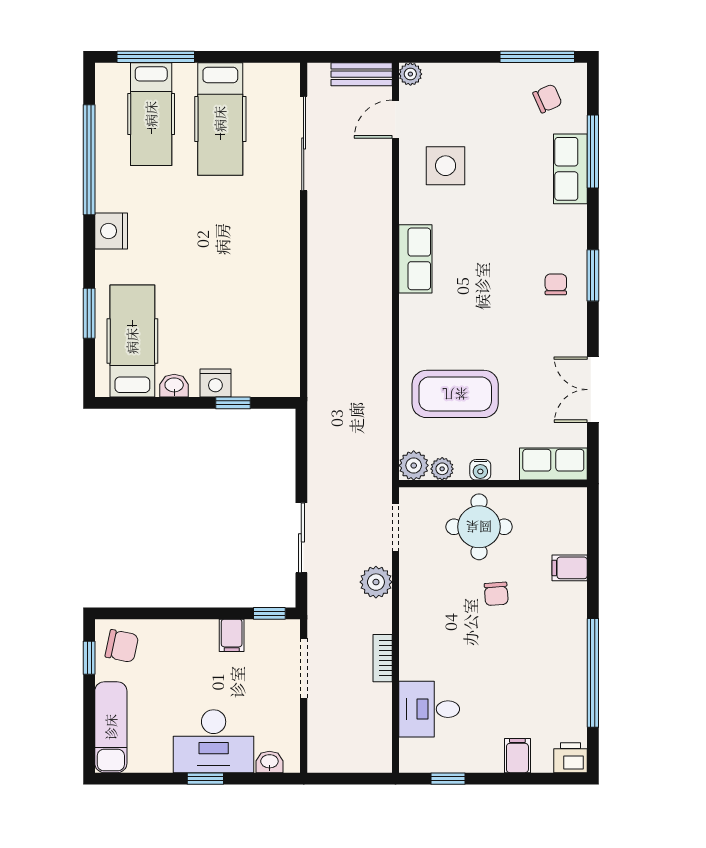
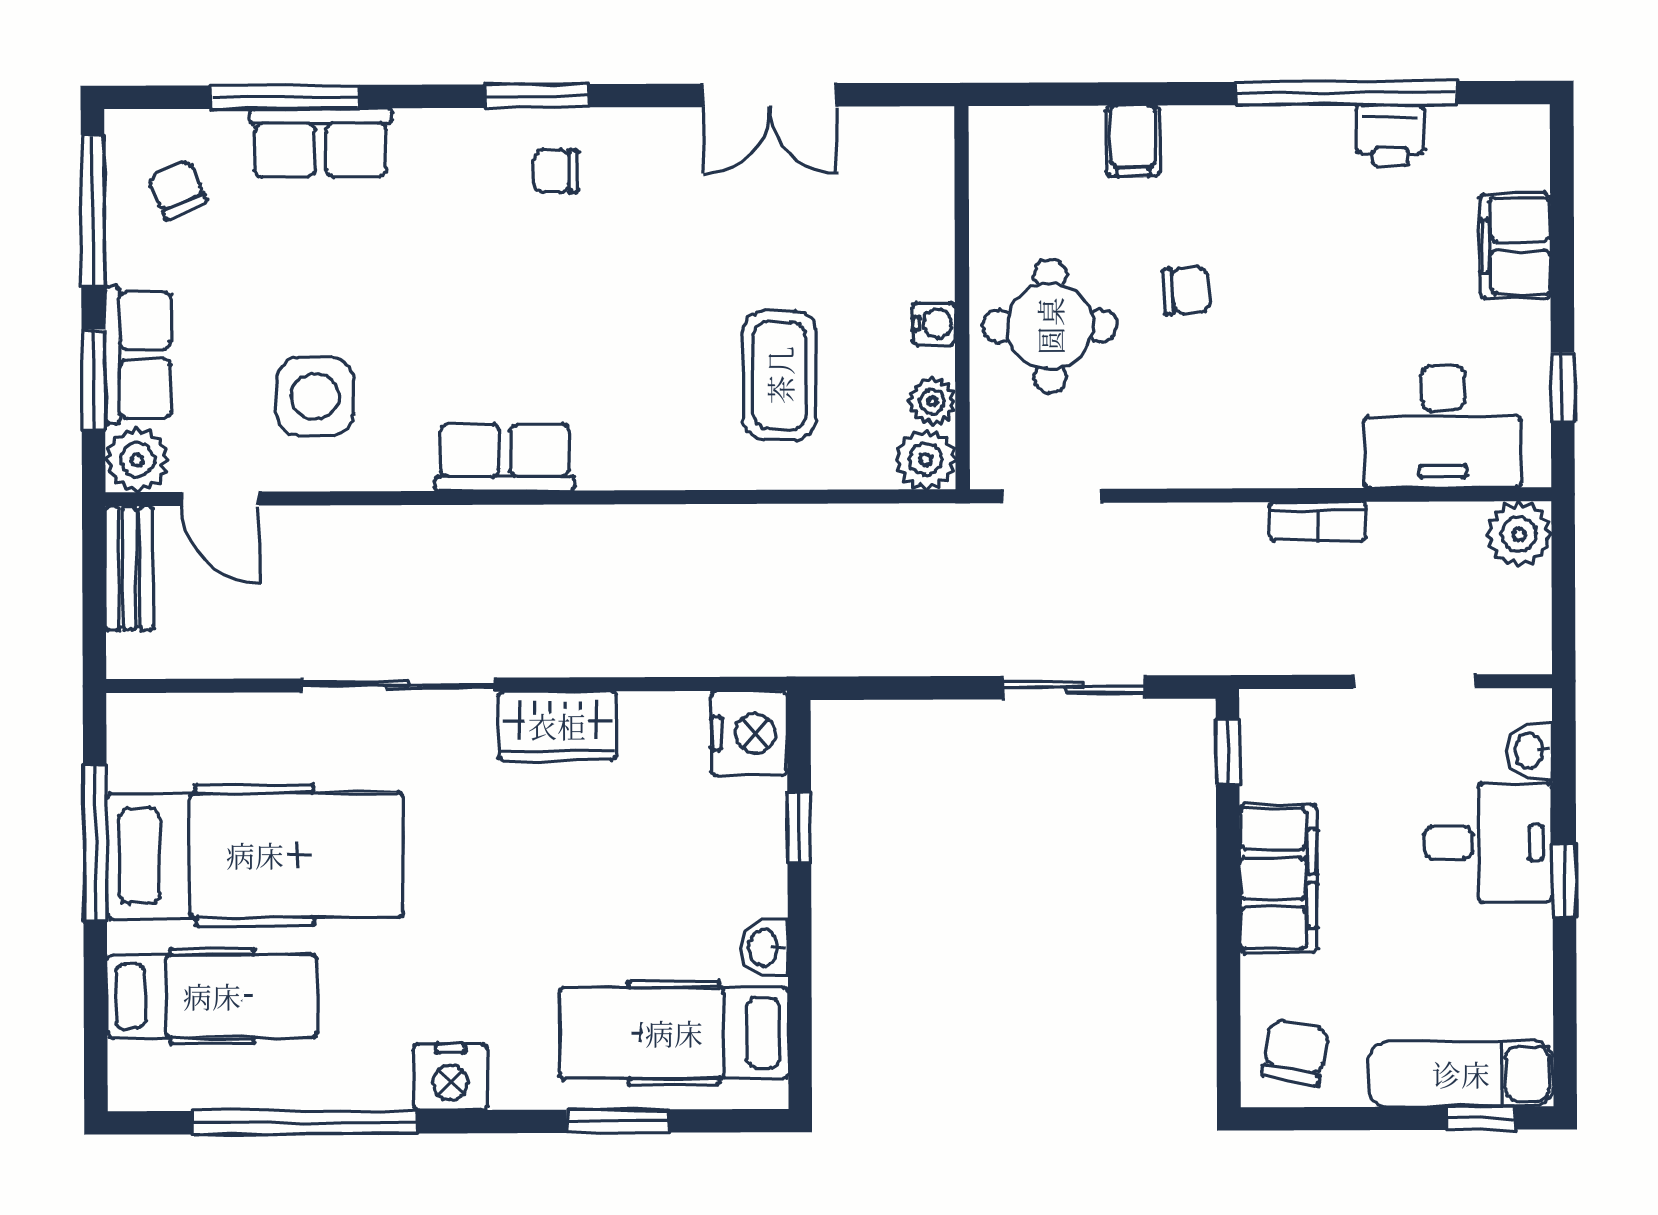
window: (156, 57) -> (95, 843), moved
window: (454, 57) -> (93, 380), added
plant: (410, 74) -> (137, 460), width x1.38, depth x1.38
hospital bed: (220, 119) -> (255, 855), width x1.37, depth x1.29
sliding door: (304, 143) -> (398, 685), moved
wardrobe: (283, 284) -> (557, 726), added
nightstand: (215, 383) -> (749, 733), moved, width x1.36, depth x1.33
coffee table: (455, 394) -> (780, 375), width x0.73, depth x0.76
row of seats: (553, 464) -> (138, 355), moved, turned 180
plant: (376, 582) -> (1519, 534), moved
filing cabinet: (232, 635) -> (1278, 878), width x3.00, depth x1.17
window: (89, 658) -> (1480, 1118), moved
doorway: (304, 668) -> (1414, 682), moved
desk: (429, 709) -> (1443, 426), width x1.37
desk: (214, 741) -> (1488, 843), width x0.73
filing cabinet: (517, 756) -> (1516, 246), width x2.00
printer: (570, 758) -> (1390, 135), moved, turned -90

